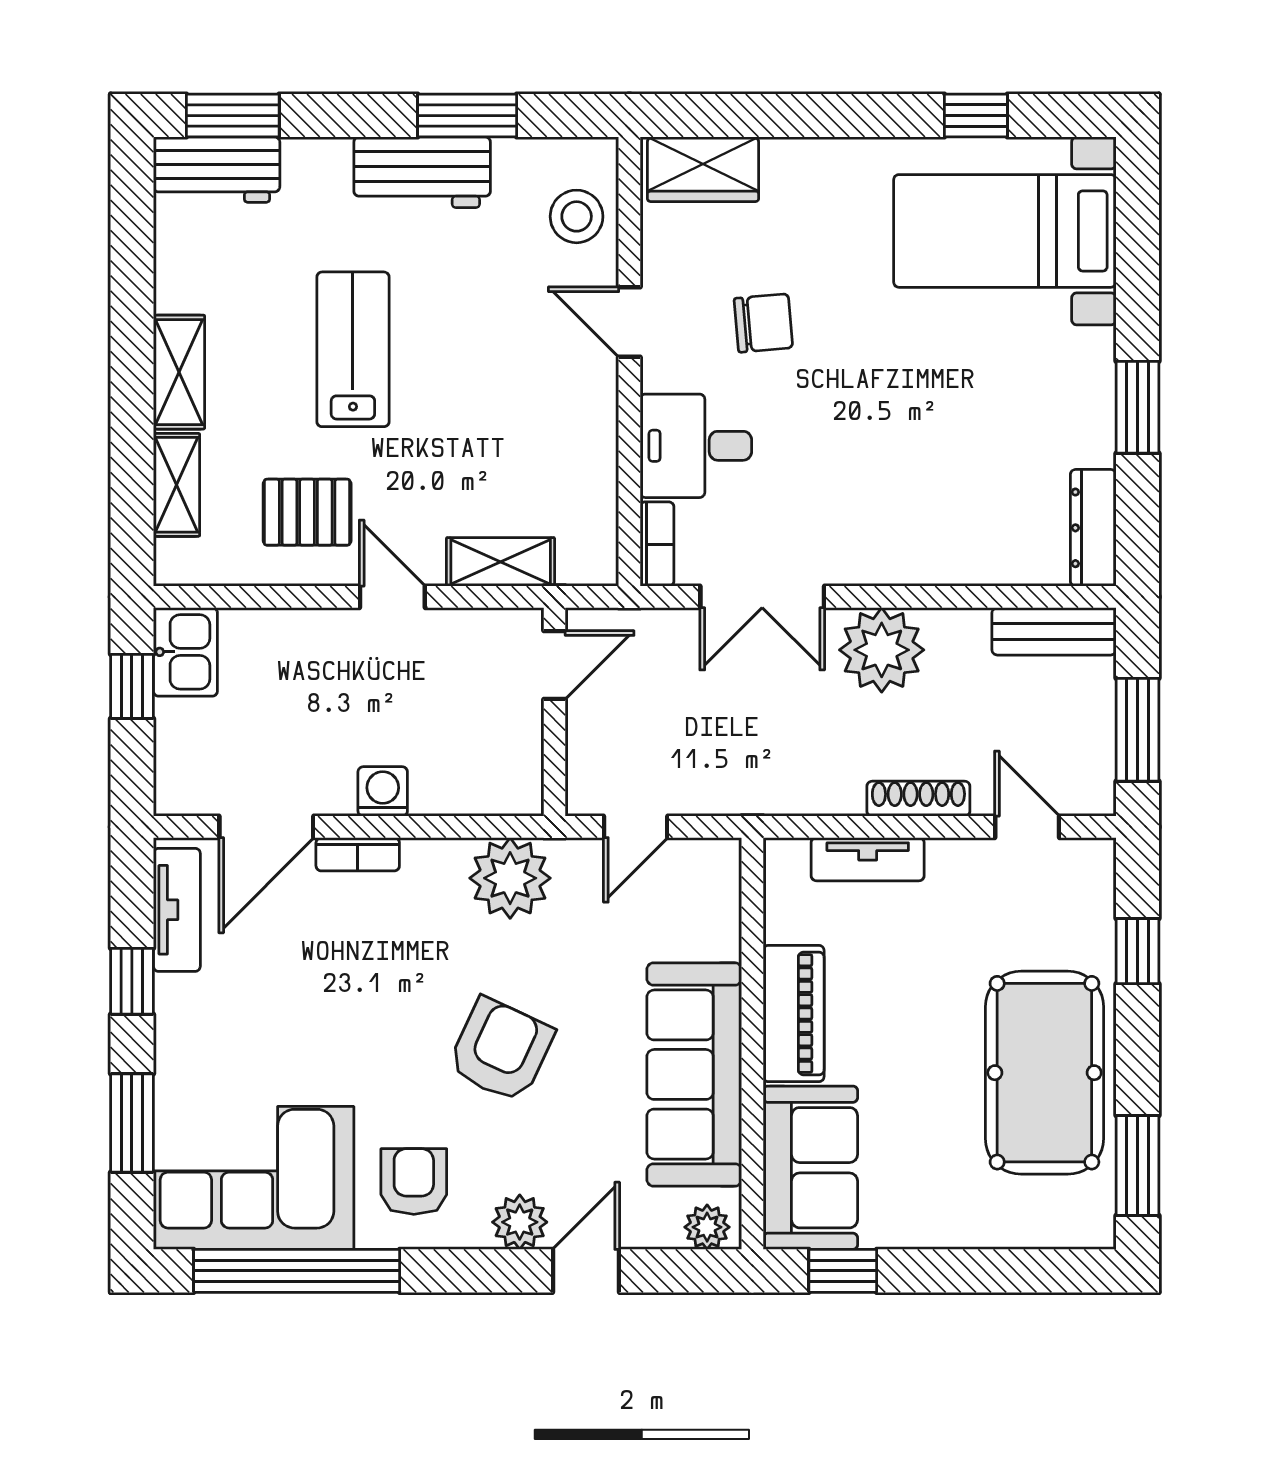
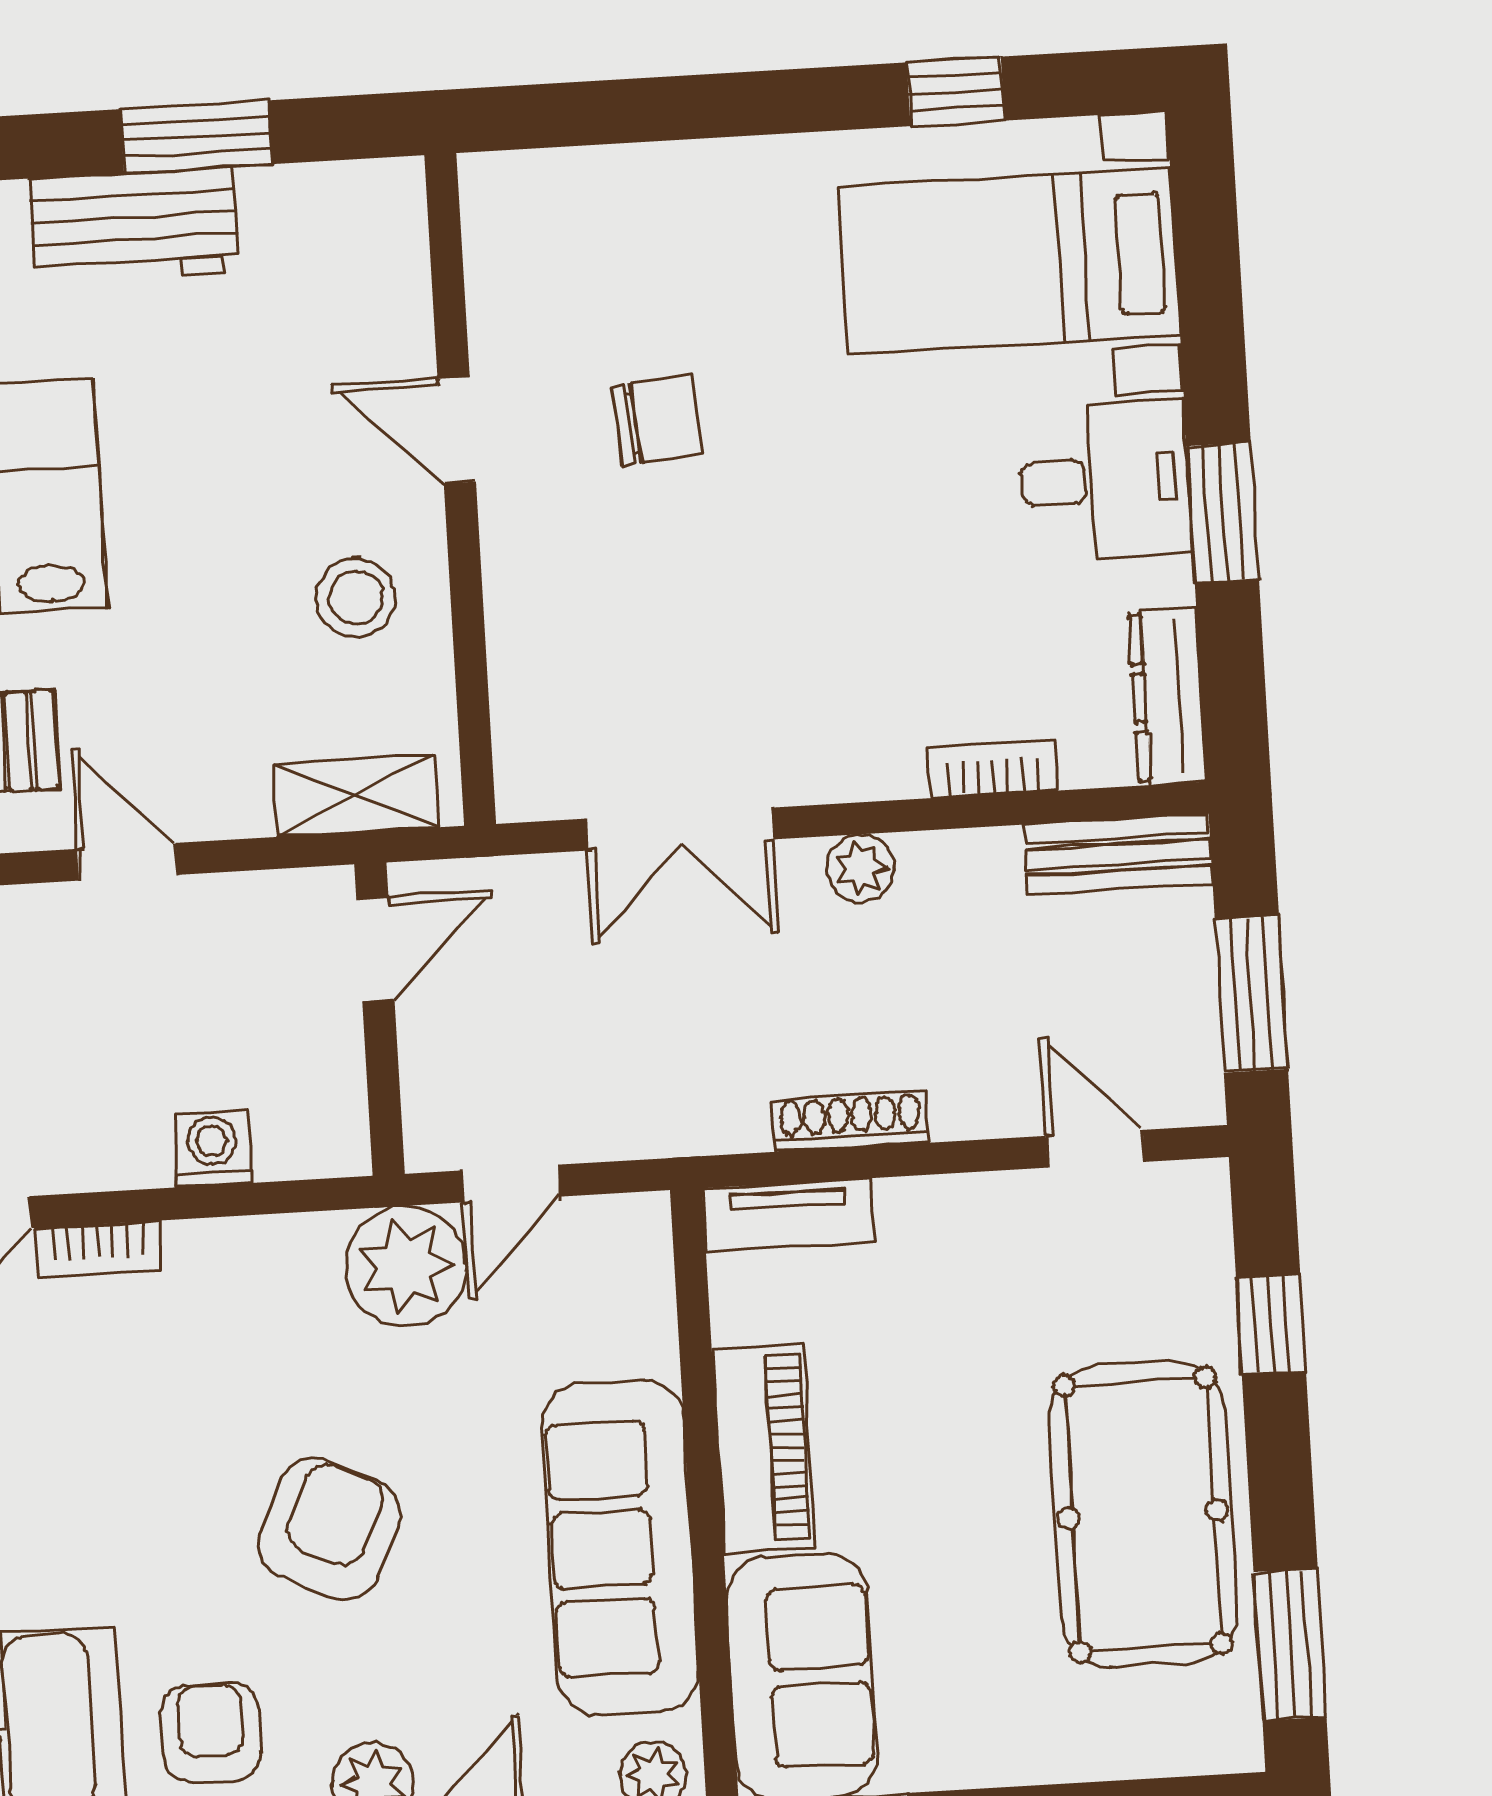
wardrobe: (703, 169) -> (553, 196), removed
stool: (577, 216) -> (356, 598), moved
desk: (696, 446) -> (1105, 480), moved, turned 180
bookcase: (657, 544) -> (993, 769), moved, turned -90
shelving: (501, 562) -> (356, 796), moved
plant: (882, 650) -> (861, 868), width x0.53, depth x0.53
washing machine: (383, 791) -> (212, 1148), moved
shoe rack: (918, 799) -> (850, 1121), moved
tv unit: (868, 859) -> (788, 1215), moved
plant: (510, 878) -> (406, 1266), moved

